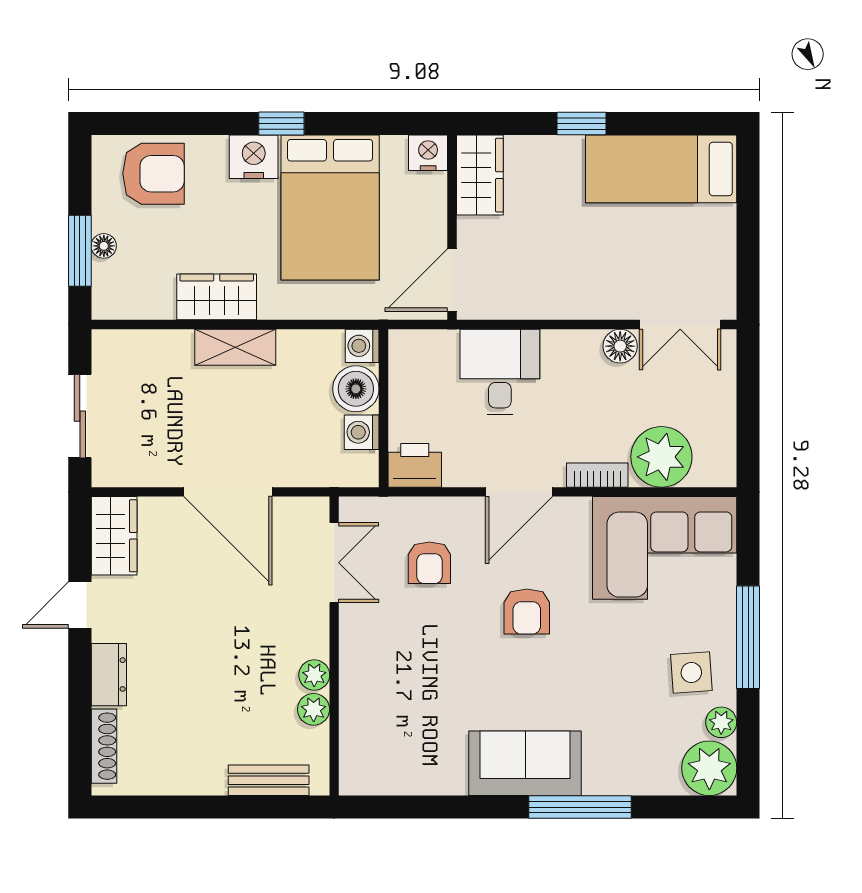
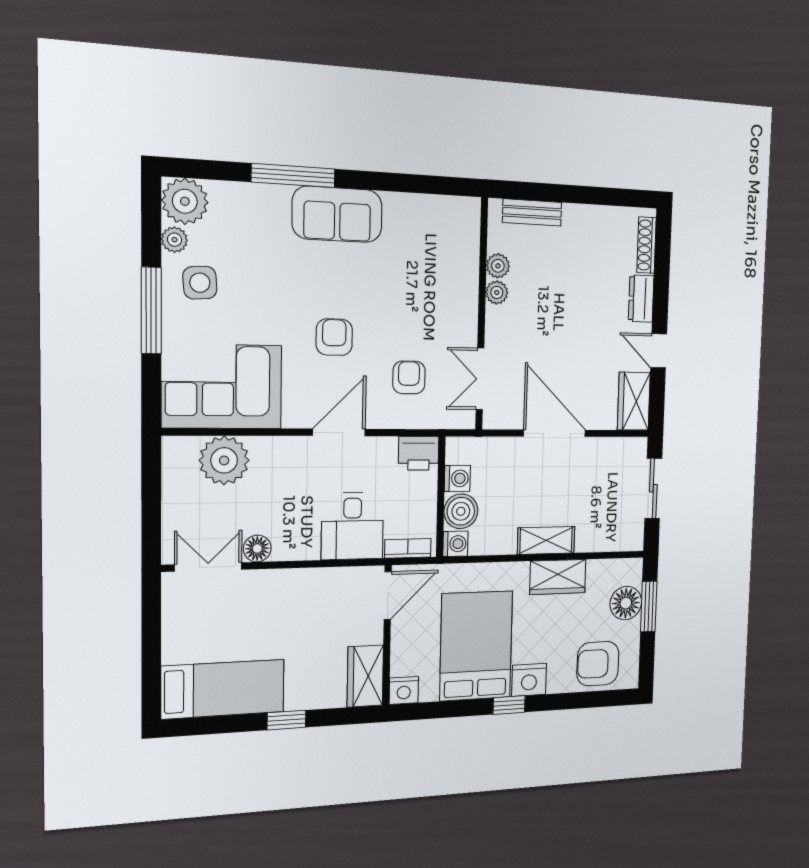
floor lamp: (104, 246) -> (626, 603), width x1.89, depth x1.89
bookcase: (597, 475) -> (408, 548), moved, turned 180
door: (80, 605) -> (659, 351), swing flipped

